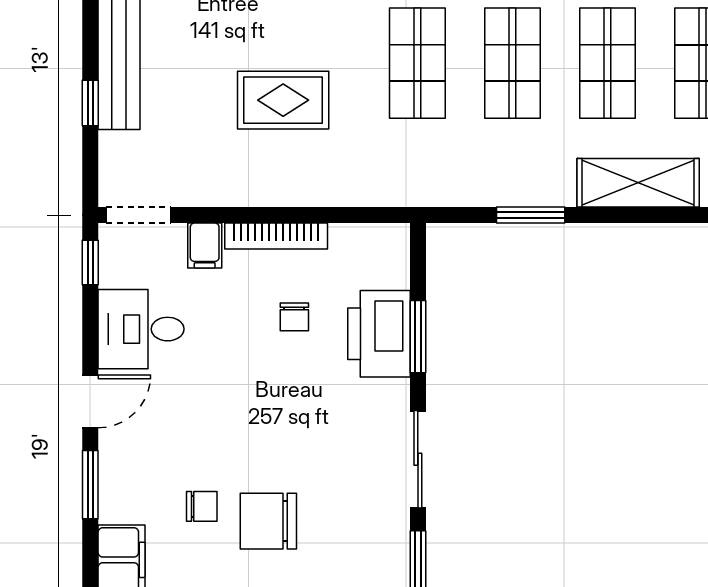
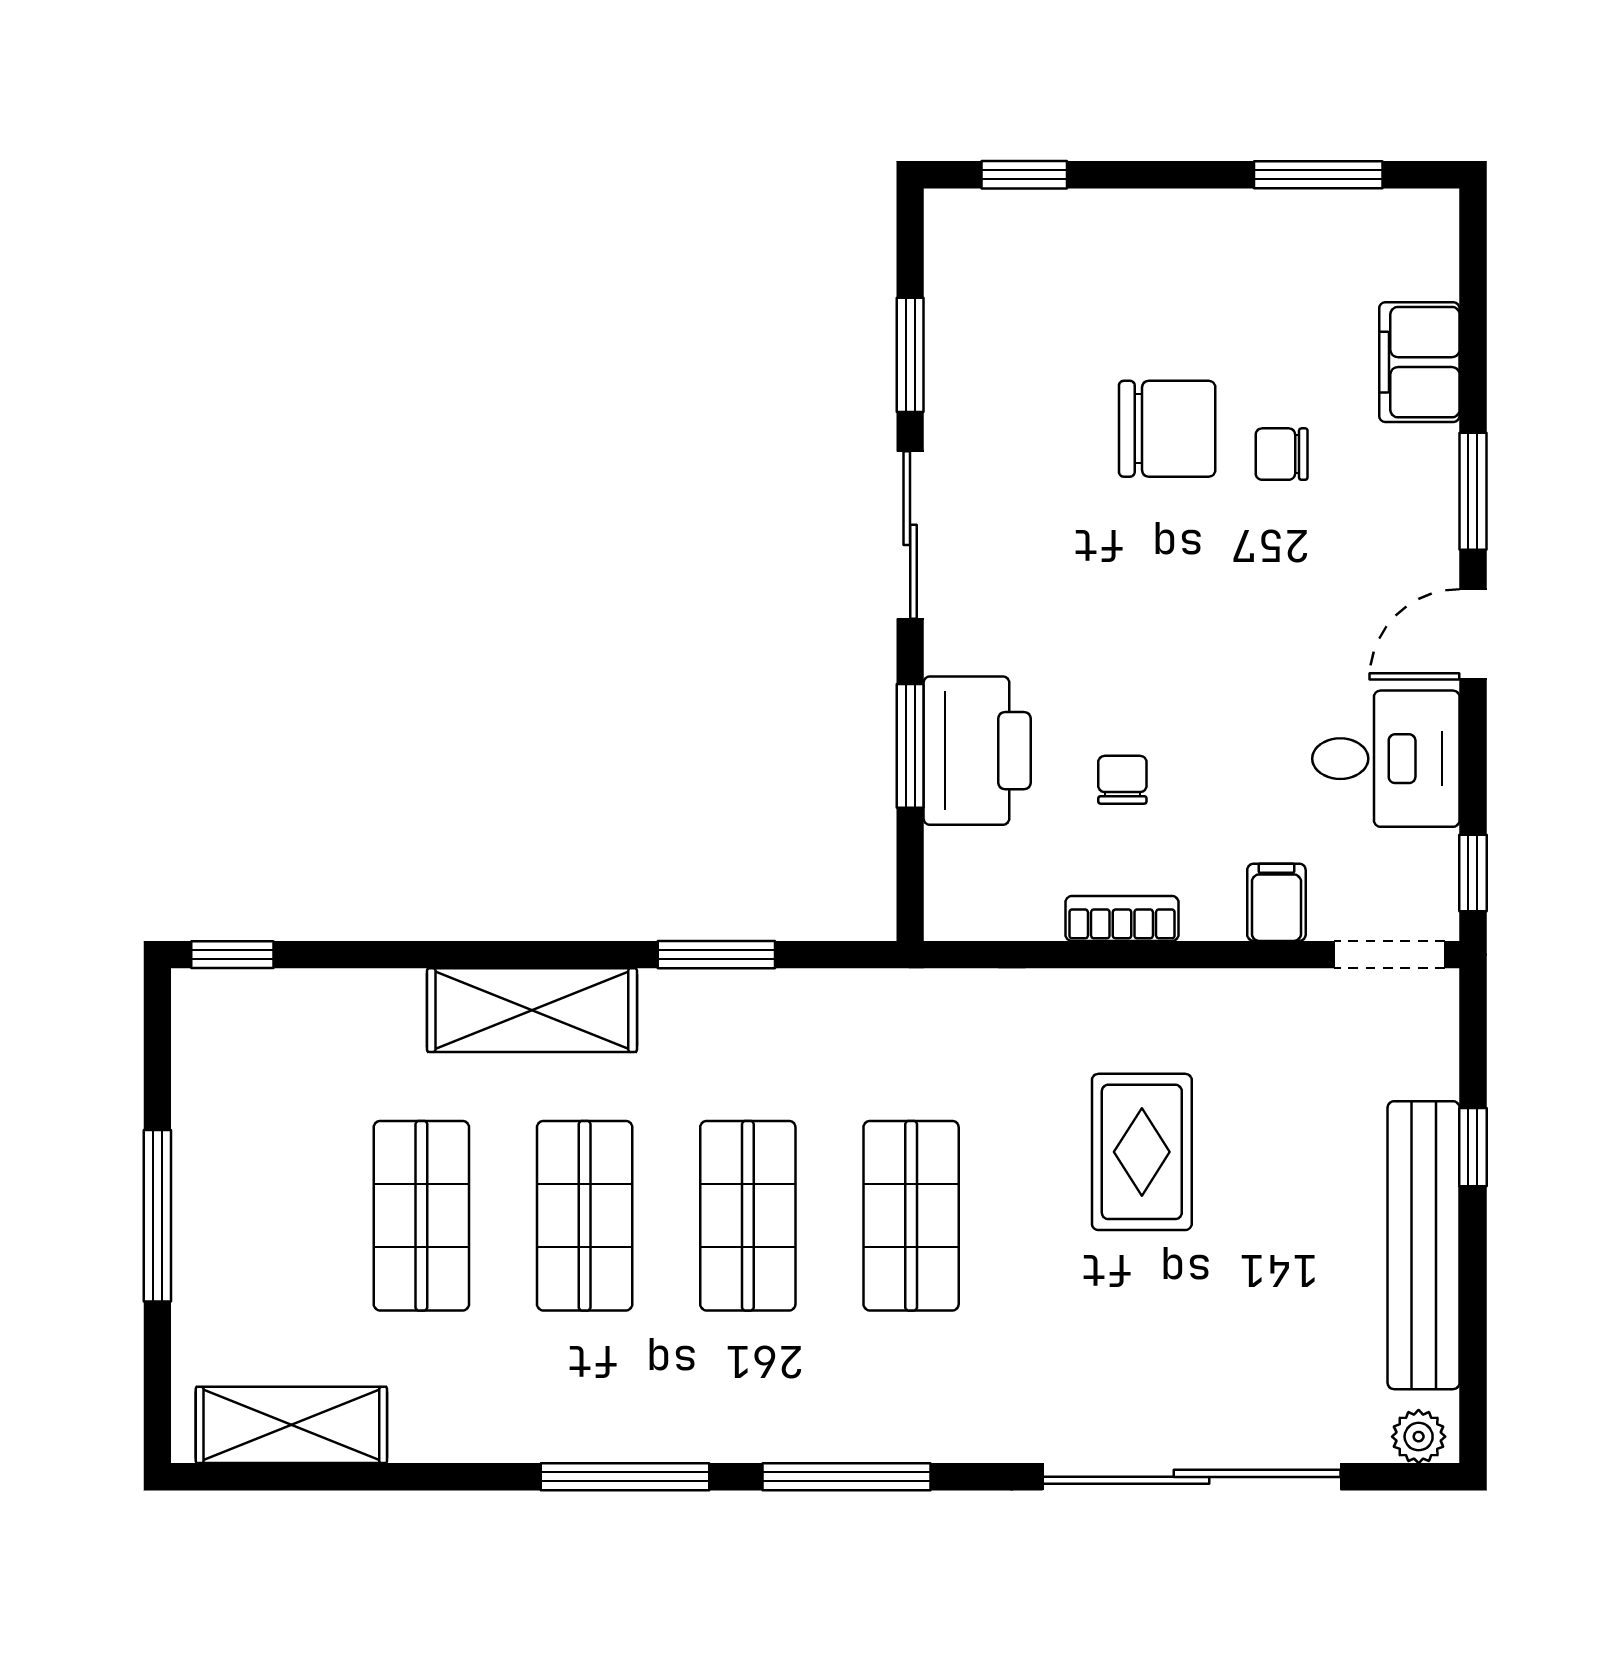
rug: (283, 100) -> (1142, 1152), turned 90
bookcase: (276, 236) -> (1122, 918), width x0.64

